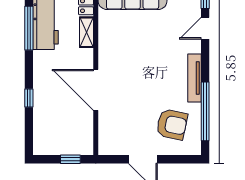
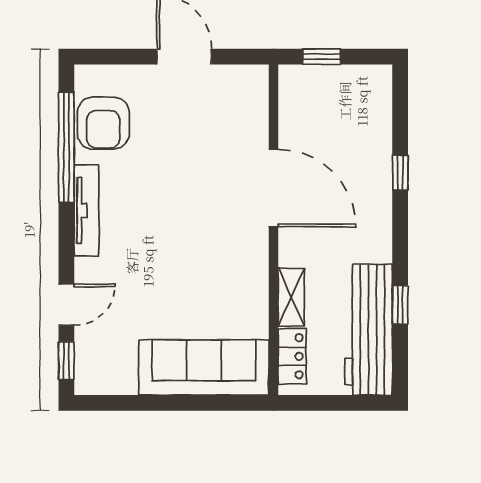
window: (29, 28) -> (400, 305), width x0.46
armchair: (172, 124) -> (103, 123), moved, turned -102

